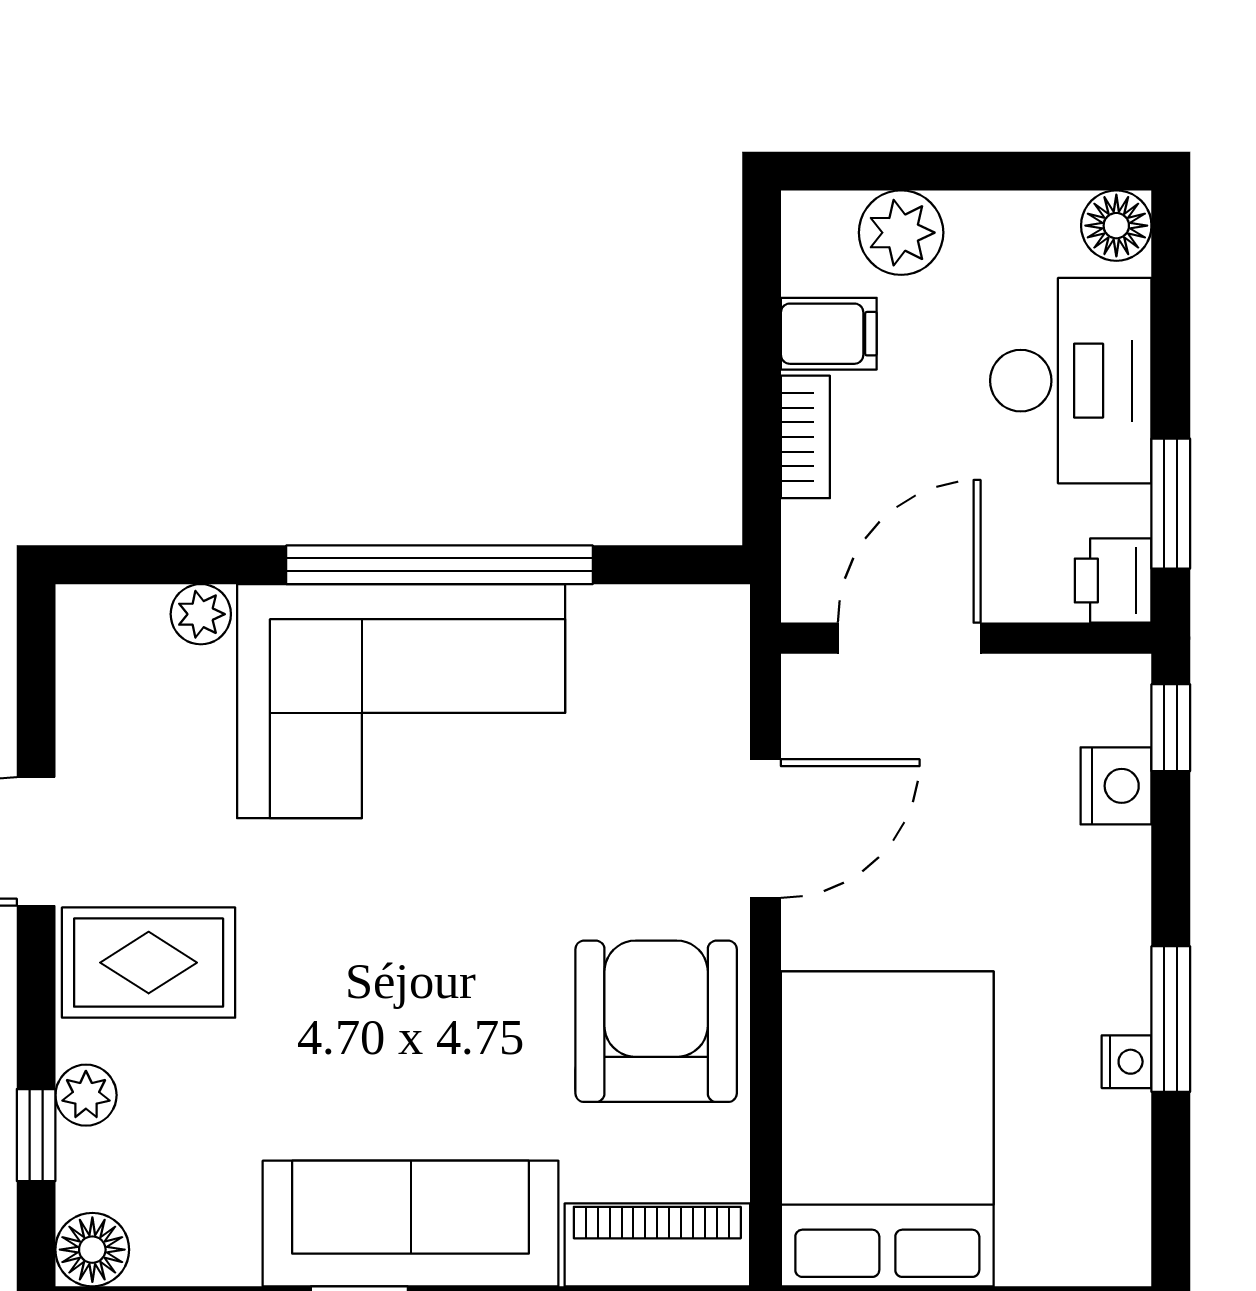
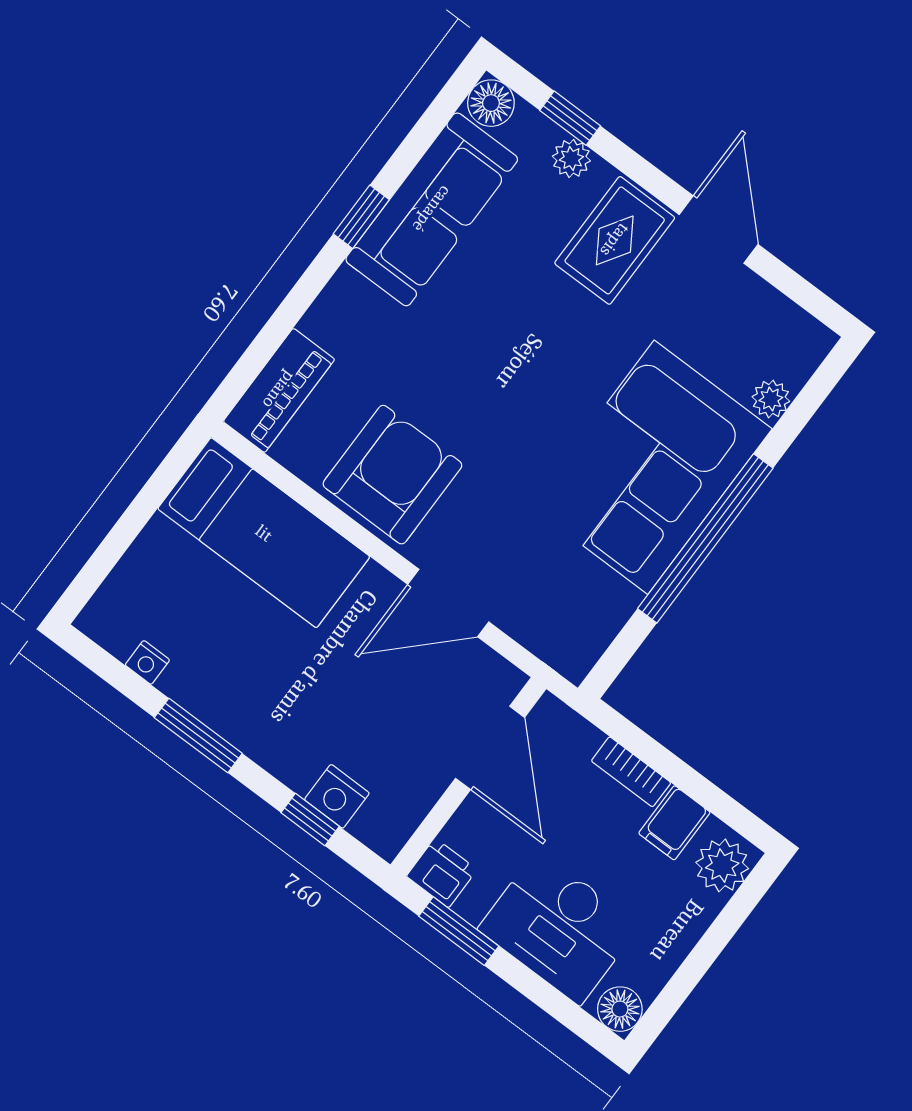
plant: (901, 233) -> (722, 865), moved
window: (1171, 728) -> (310, 819), moved
door: (766, 829) -> (448, 603), hinge flipped
armchair: (656, 1021) -> (392, 475), turned -90
nightstand: (1127, 1062) -> (147, 662), moved
bed: (887, 1129) -> (264, 533), width x0.67
sofa: (411, 1224) -> (432, 209), moved

